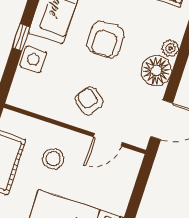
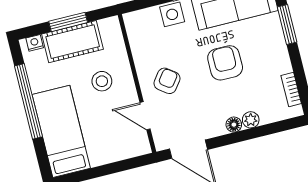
armchair: (106, 39) -> (225, 63), turned 90
floor lamp: (156, 71) -> (234, 125), width x0.53, depth x0.53

